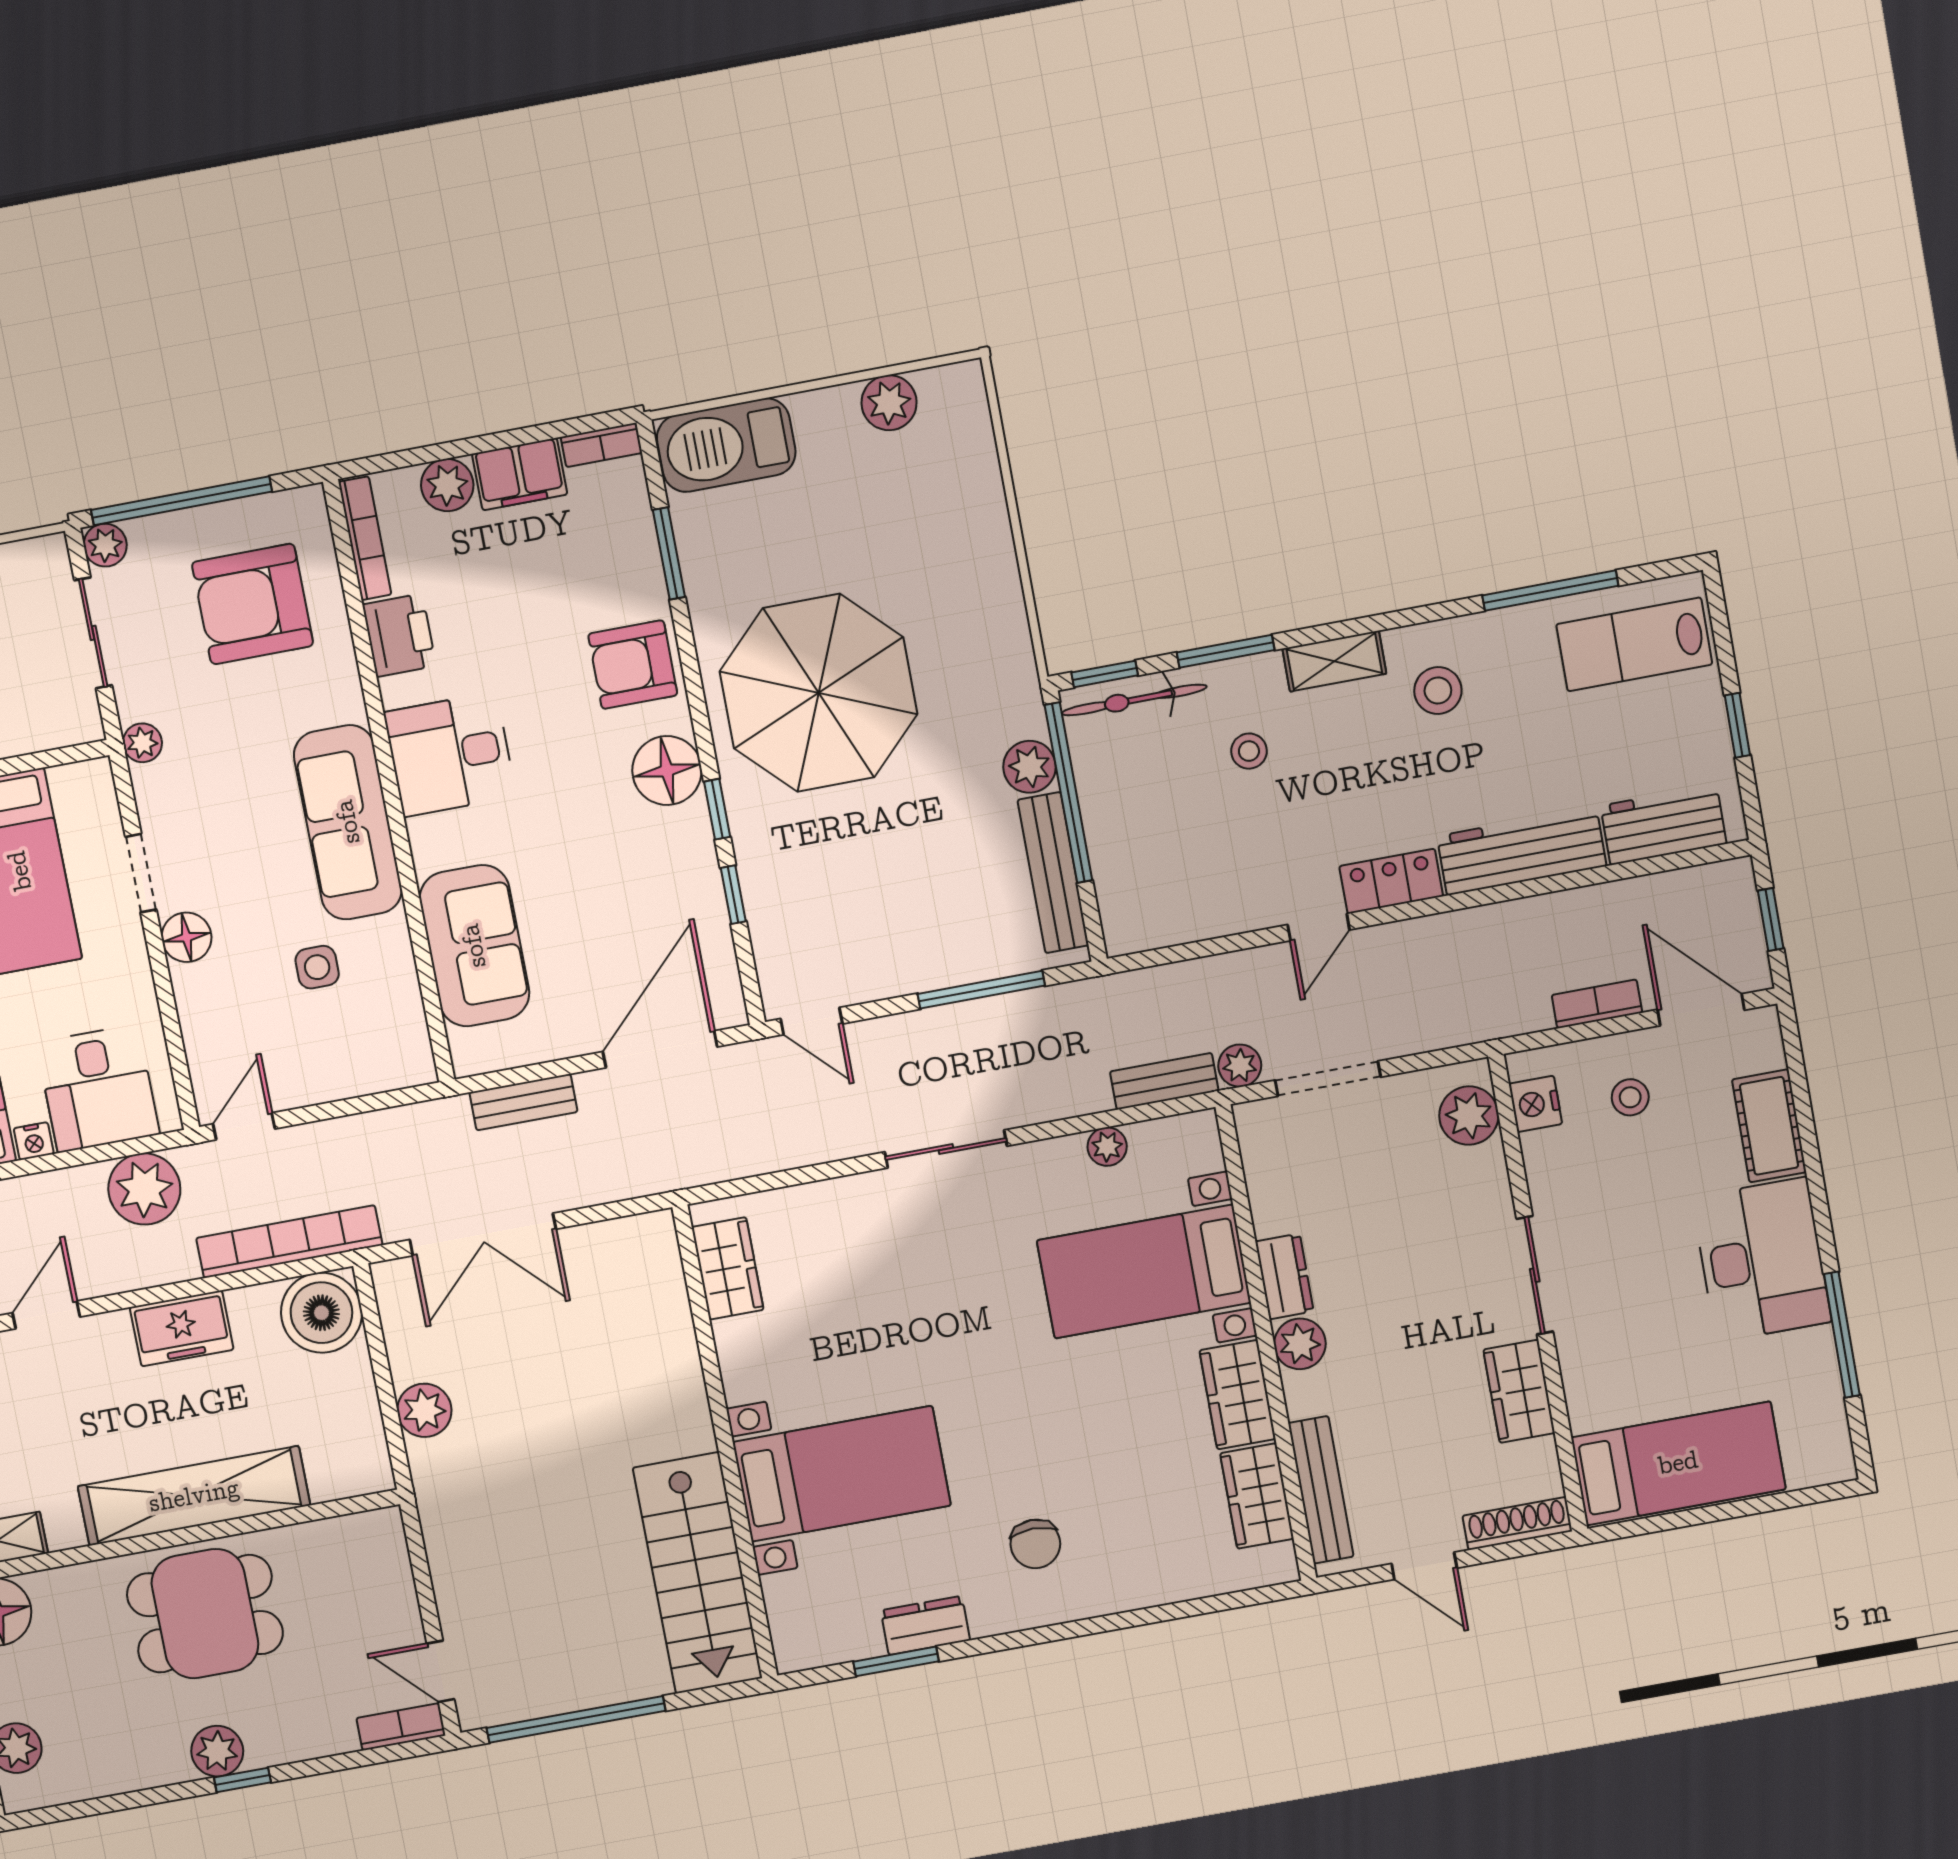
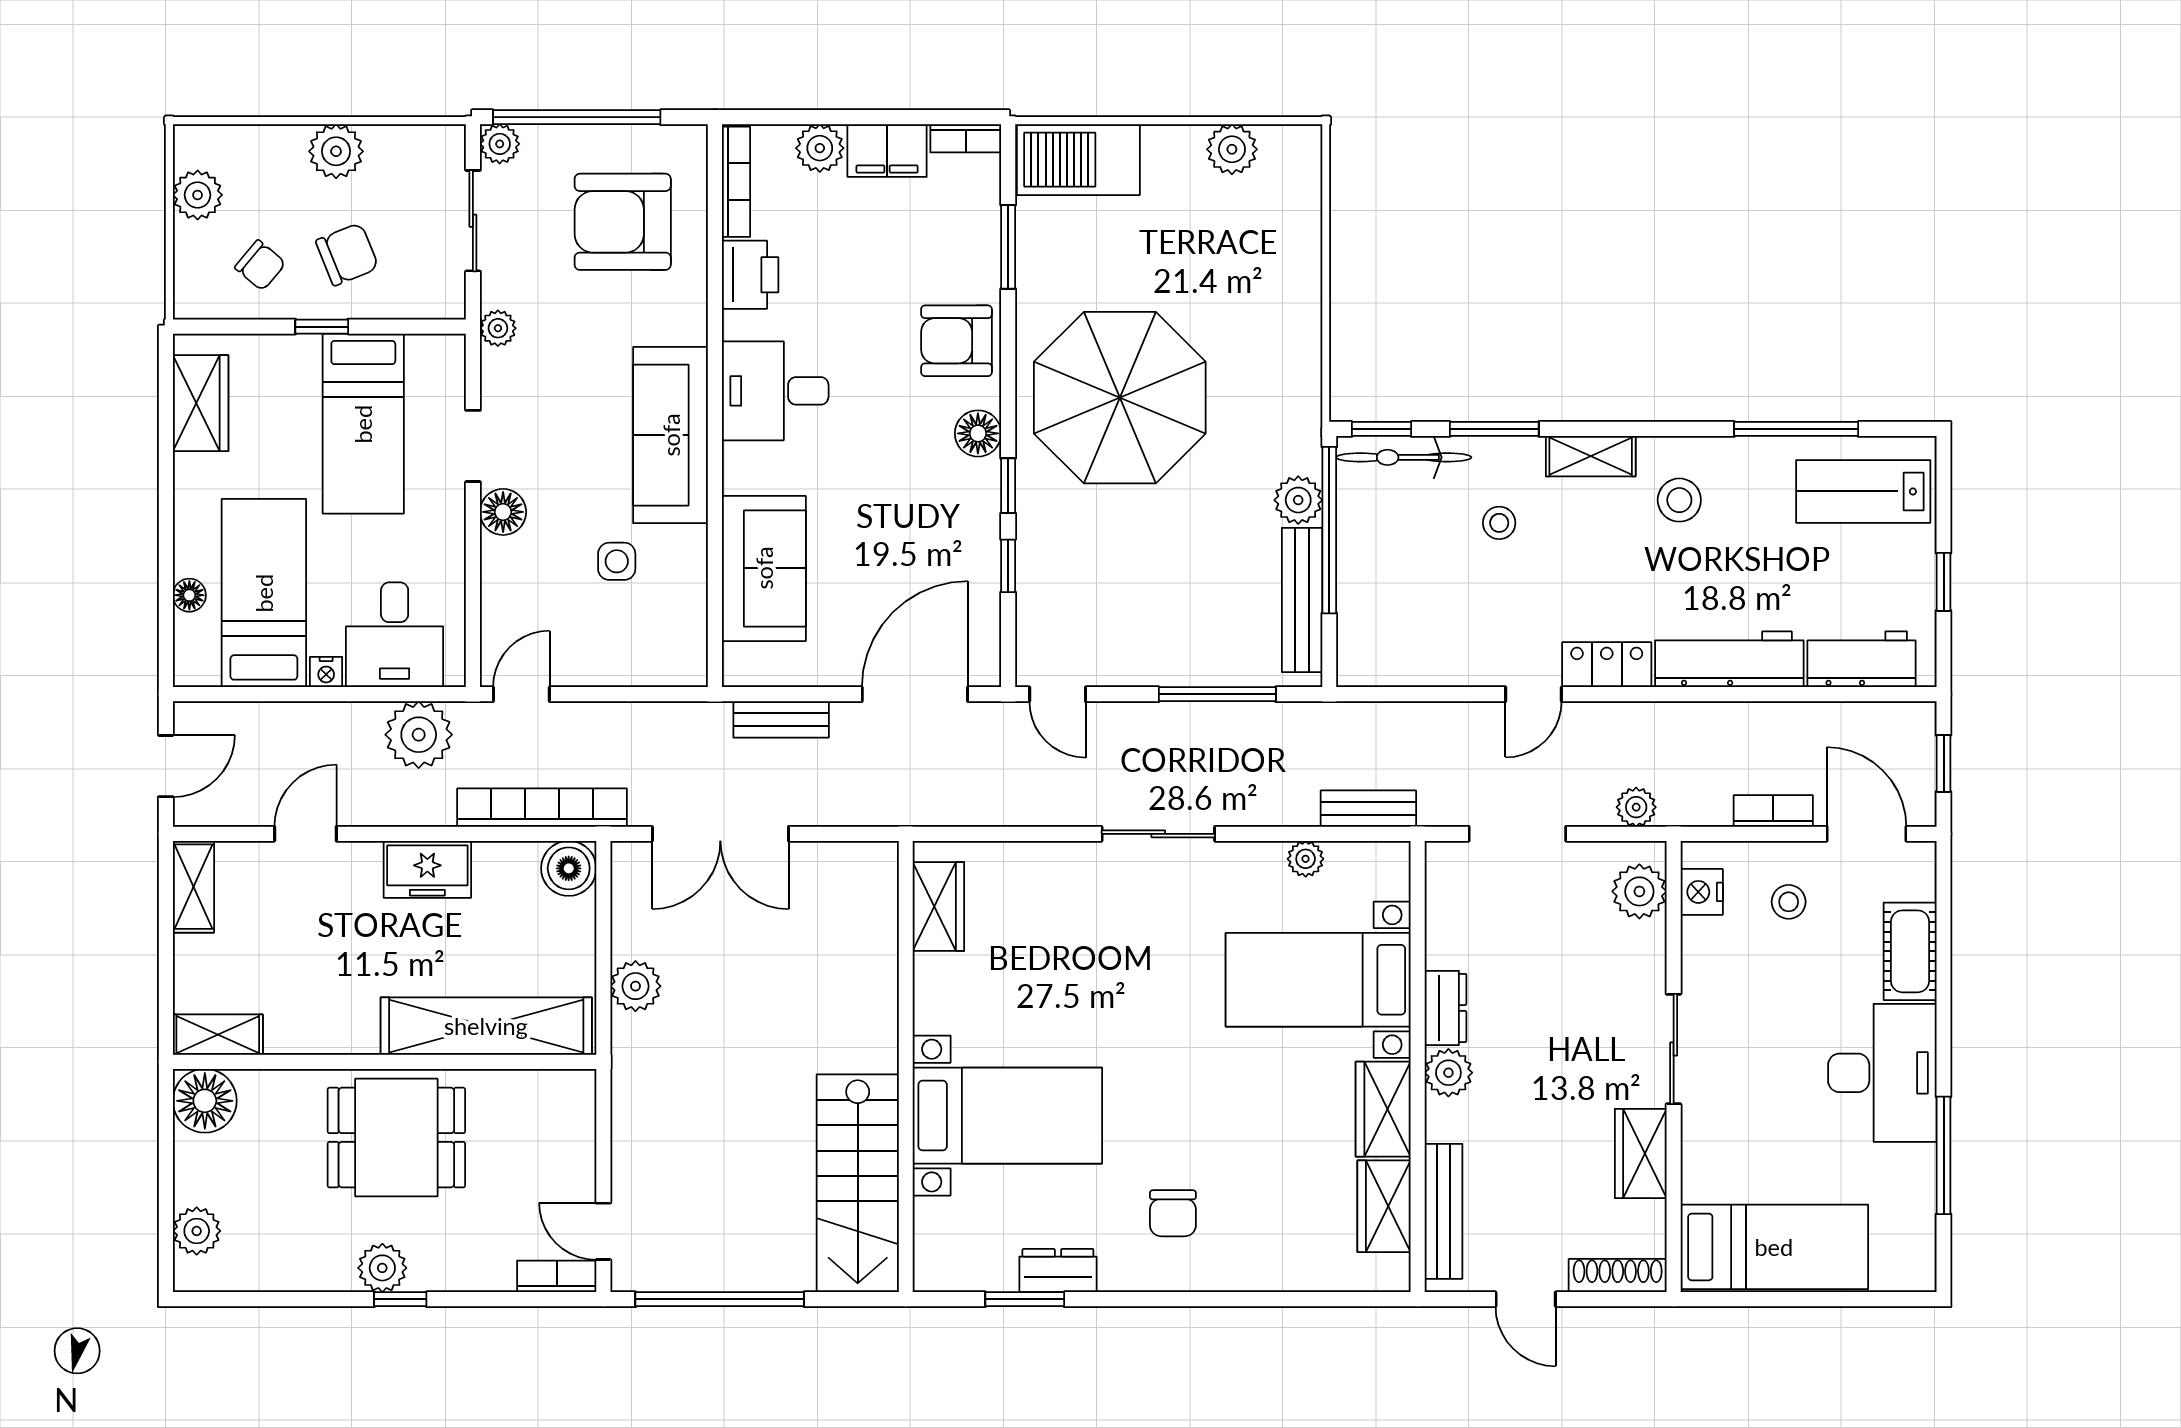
floor lamp: (667, 770) -> (978, 433), width x0.73, depth x0.73
plant: (1240, 1066) -> (1636, 807), moved
boiler: (321, 1313) -> (569, 868), width x0.73, depth x0.73
shelving: (194, 1496) -> (486, 1026), moved

